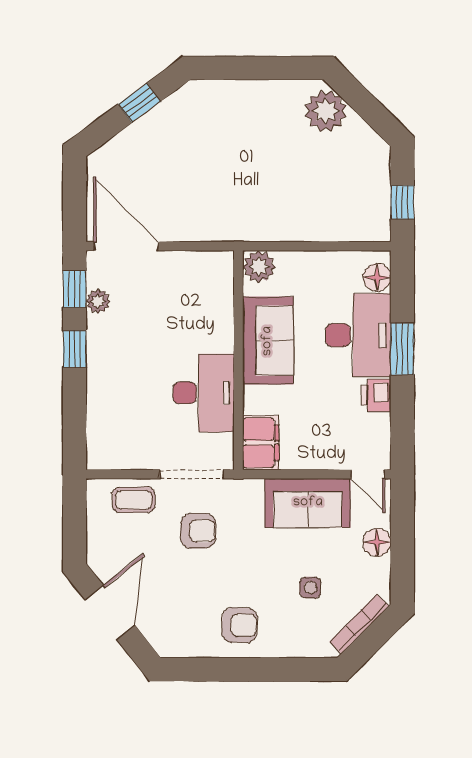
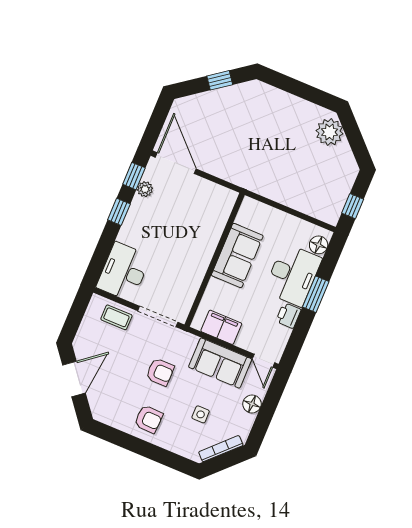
plant: (259, 267) -> (250, 209), removed
desk: (204, 393) -> (124, 272), moved, turned 180
filing cabinet: (261, 443) -> (221, 327), moved, turned -90
armchair: (198, 531) -> (160, 372), moved

